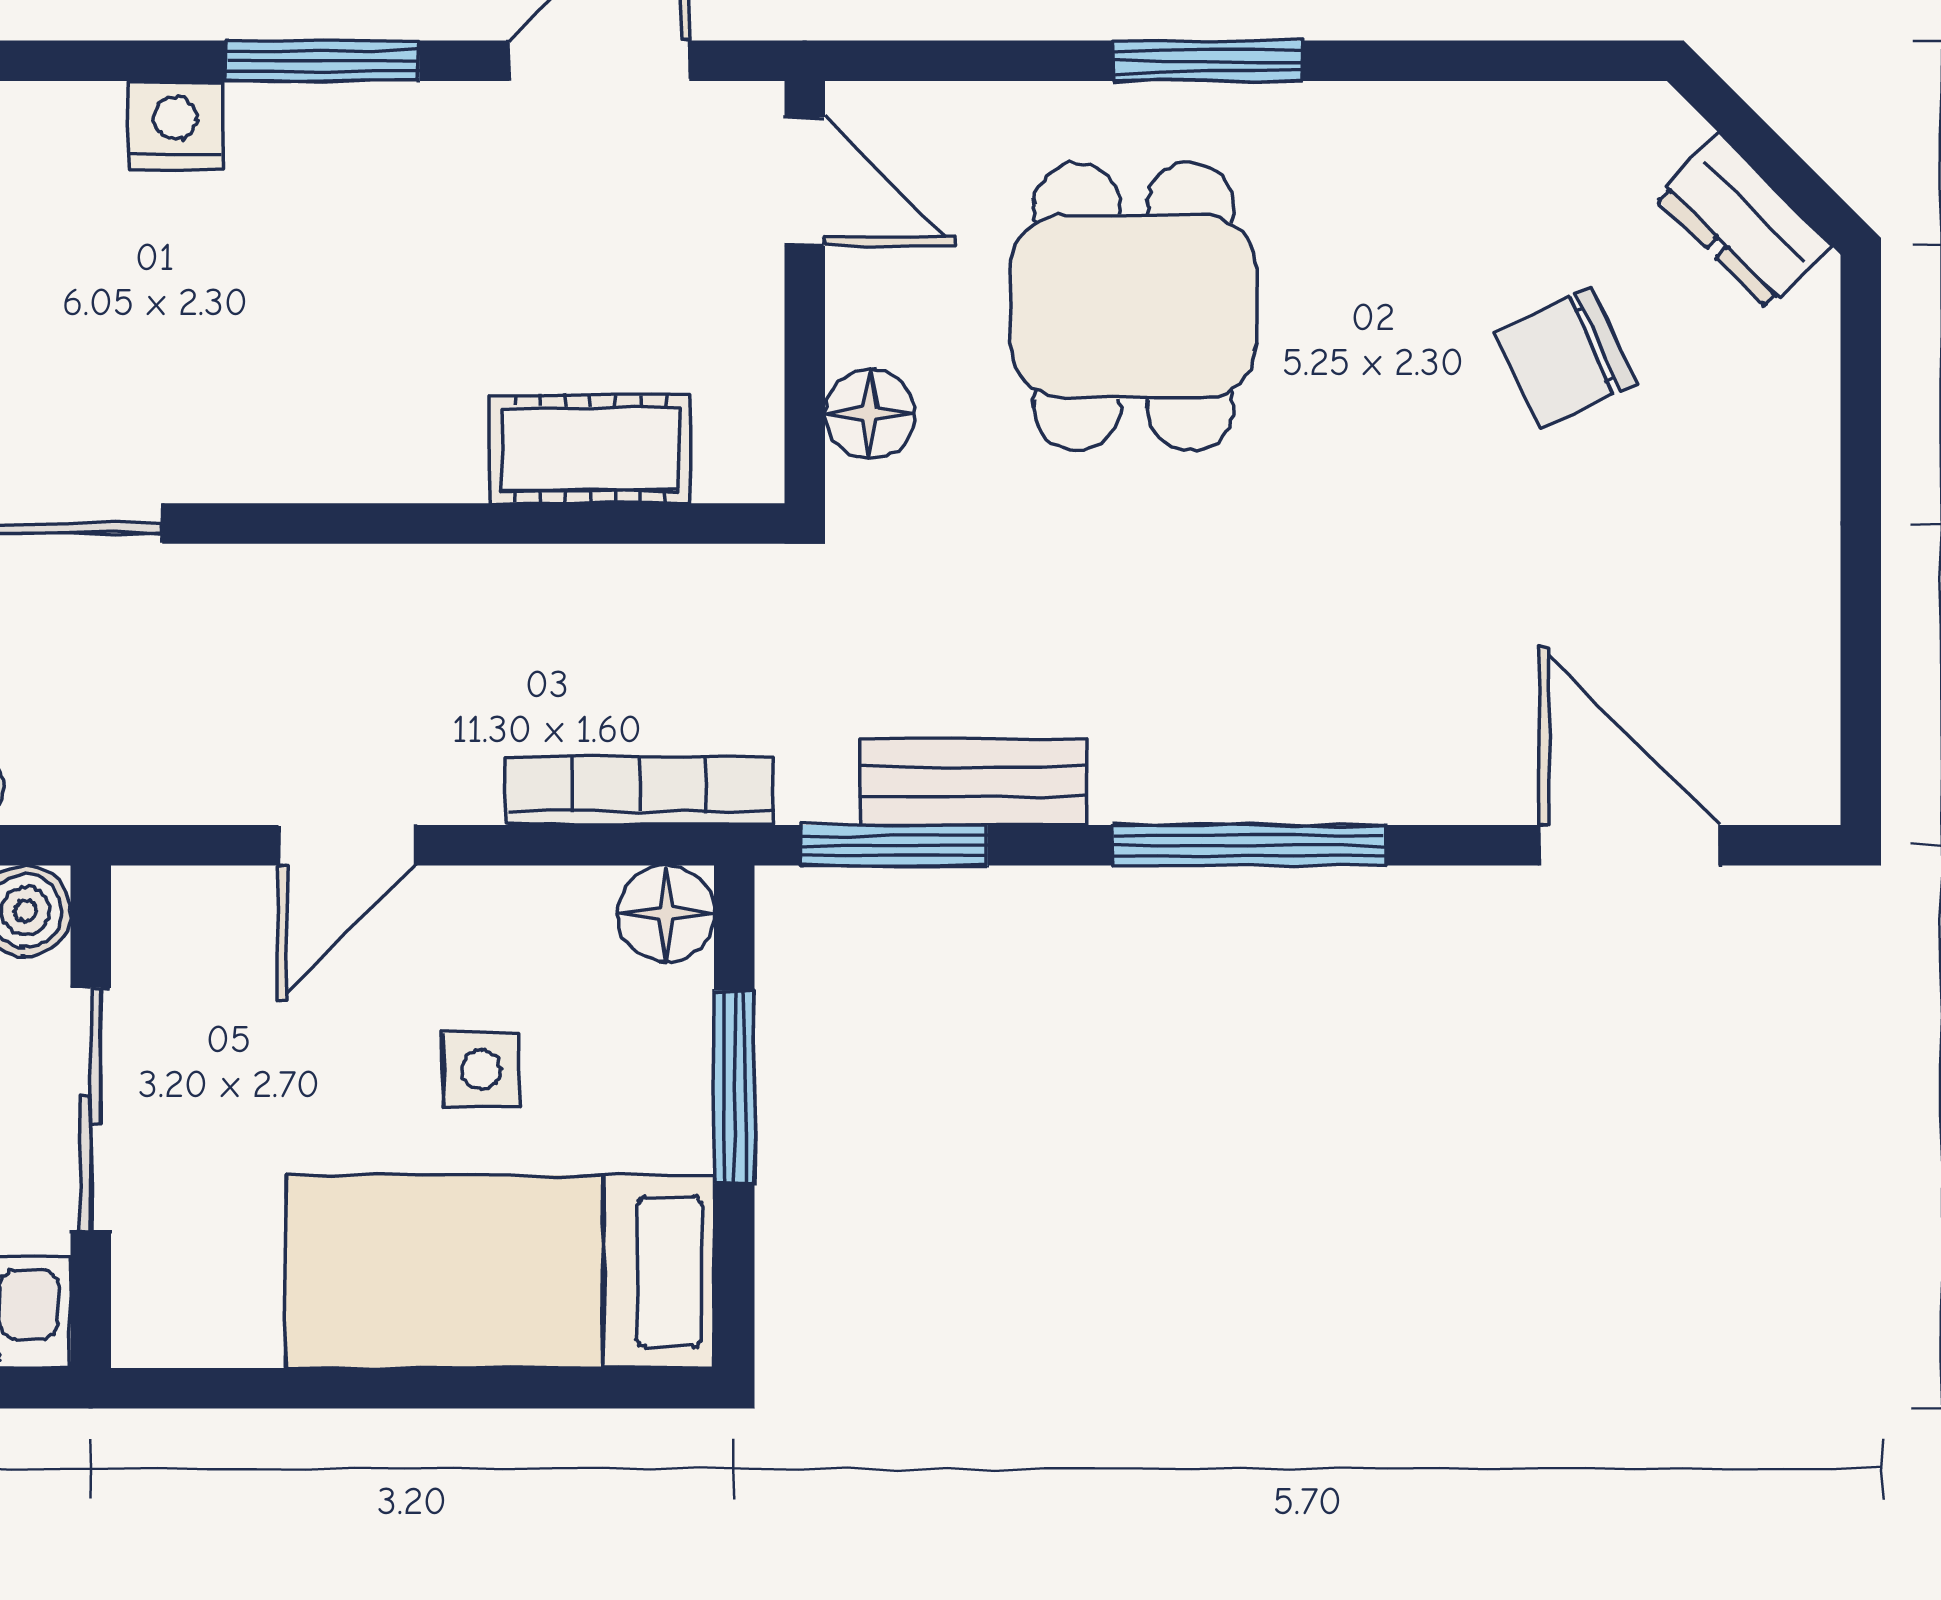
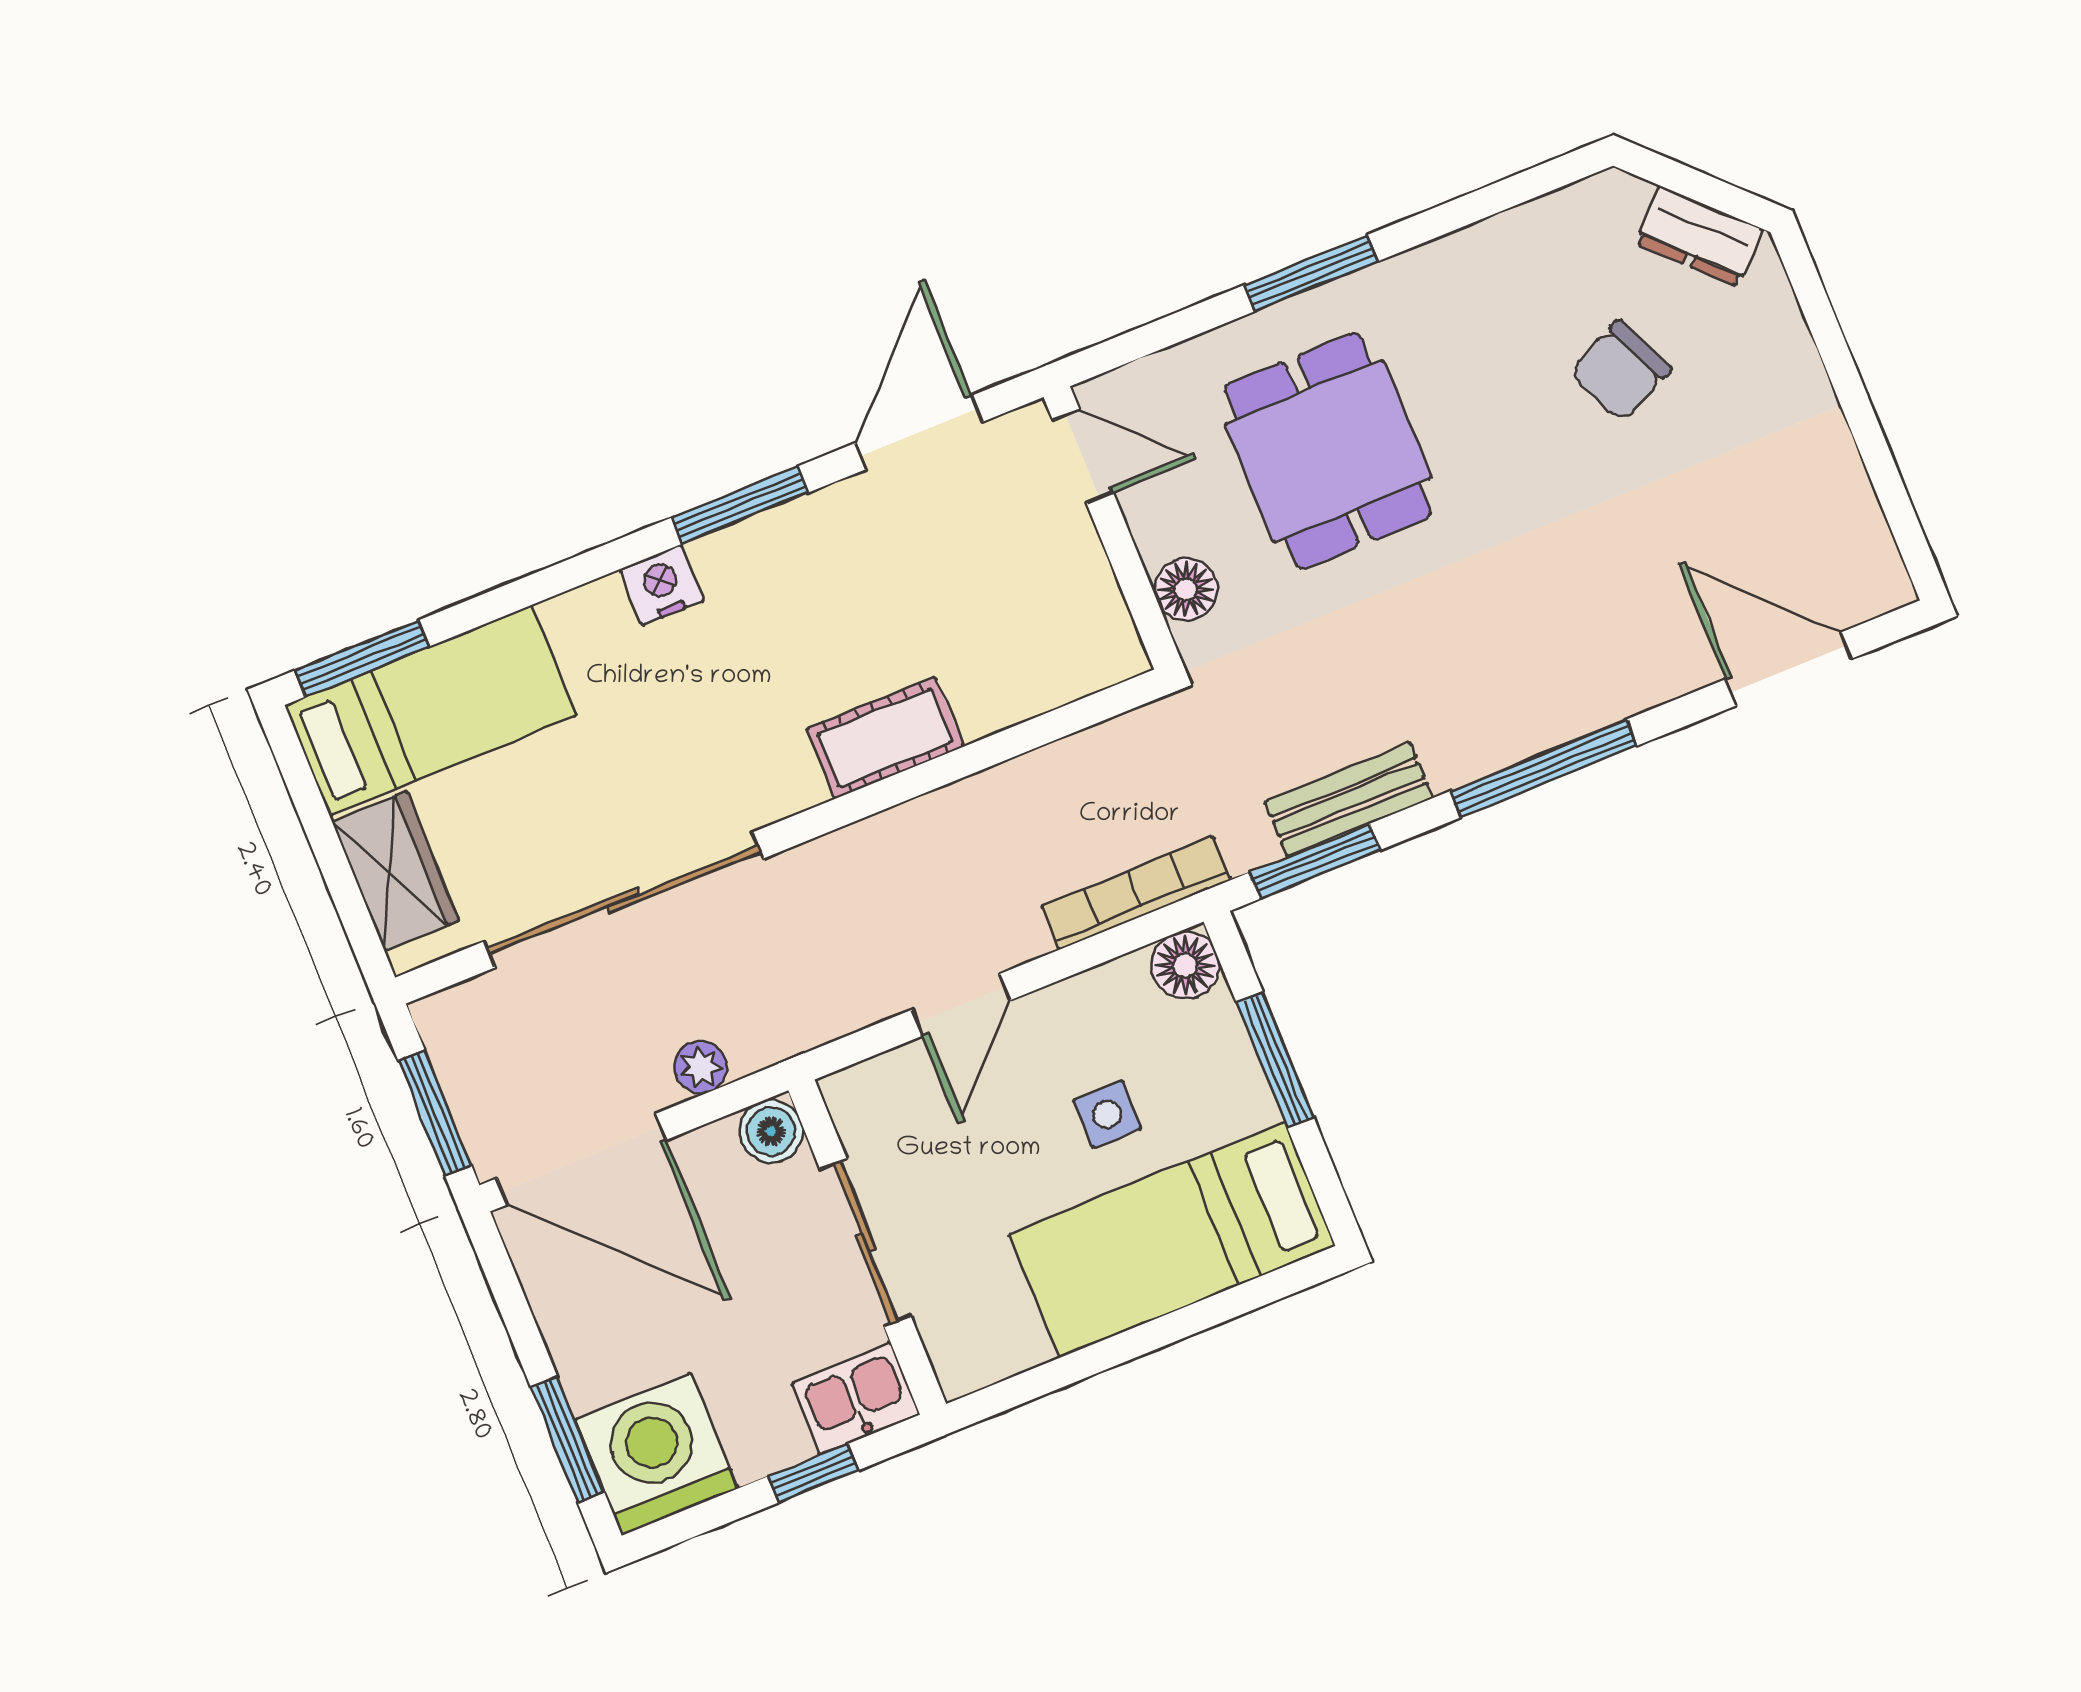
cot: (590, 449) -> (885, 738), moved

